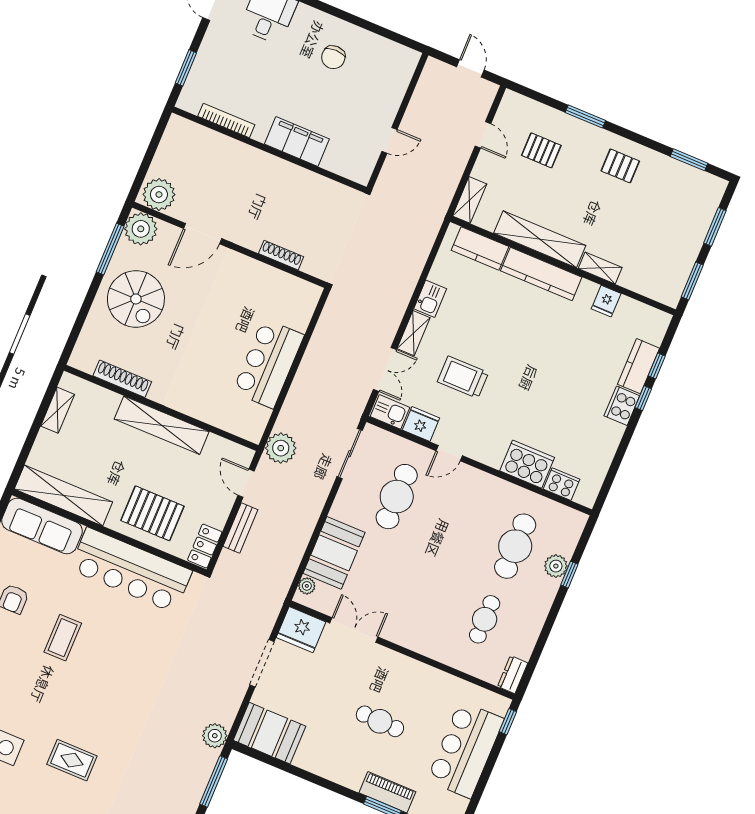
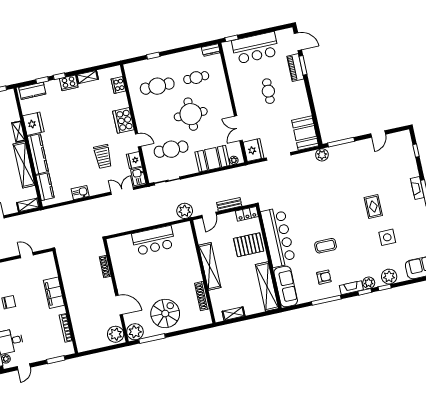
fridge: (606, 301) -> (33, 124), width x1.88, depth x1.34
shelving: (414, 333) -> (87, 77), moved
kitchen counter: (639, 366) -> (32, 91), moved
cooker: (527, 464) -> (123, 120), moved
pallet: (152, 513) -> (249, 245), turned 90
plant: (556, 566) -> (154, 64), removed
round table: (431, 569) -> (191, 114), added

